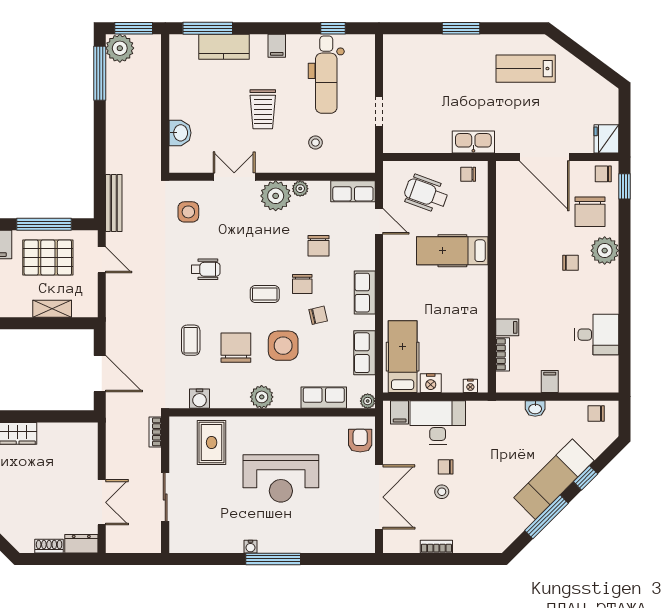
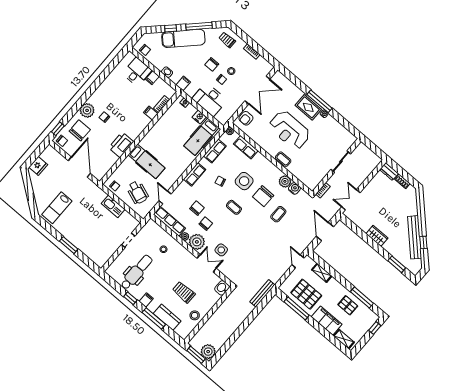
window: (208, 28) -> (154, 318), moved
window: (333, 28) -> (130, 298), moved
lab bench: (526, 69) -> (57, 208), turned 90
window: (100, 73) -> (224, 349), removed
stool: (186, 85) -> (195, 315), added
trolley: (263, 109) -> (184, 292), moved, turned -90
washbasin: (180, 133) -> (222, 288), moved
fridge: (606, 139) -> (38, 166), moved
kitchen sink: (473, 142) -> (113, 206), moved
double door: (234, 177) -> (207, 263), swing flipped
row of seats: (353, 191) -> (169, 221), width x1.48
side table: (188, 212) -> (221, 250), moved
printer: (511, 243) -> (121, 145), added
door: (102, 260) -> (298, 261), moved
wheelchair: (206, 269) -> (249, 237), removed
chair: (302, 284) -> (206, 224), moved
desk: (597, 335) -> (137, 72), moved, turned 90
plant: (262, 397) -> (285, 181), moved
filing cabinet: (400, 412) -> (183, 83), moved
coffee table: (253, 427) -> (283, 159), added
rug: (212, 443) -> (308, 107), moved, turned 90
chair: (479, 477) -> (212, 64), added
reception desk: (281, 478) -> (289, 130), turned 180
double door: (379, 497) -> (257, 90), swing flipped
double door: (102, 502) -> (351, 200), moved
trolley: (488, 533) -> (227, 40), added

